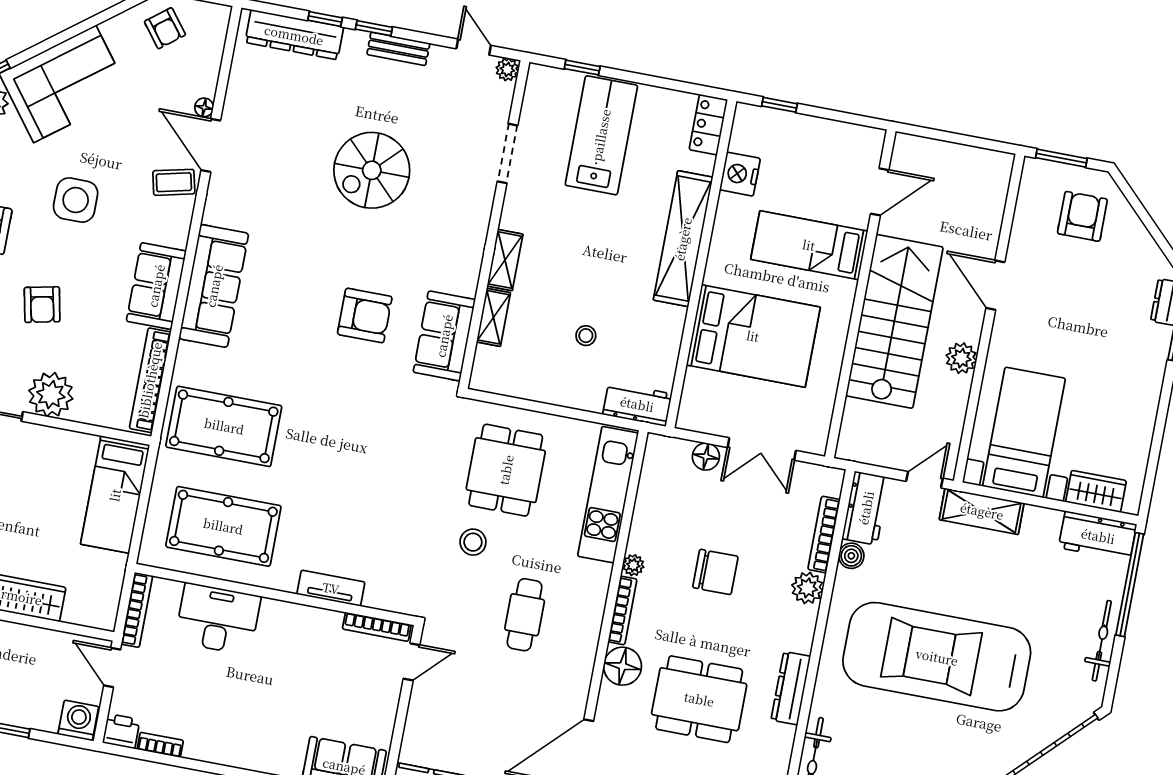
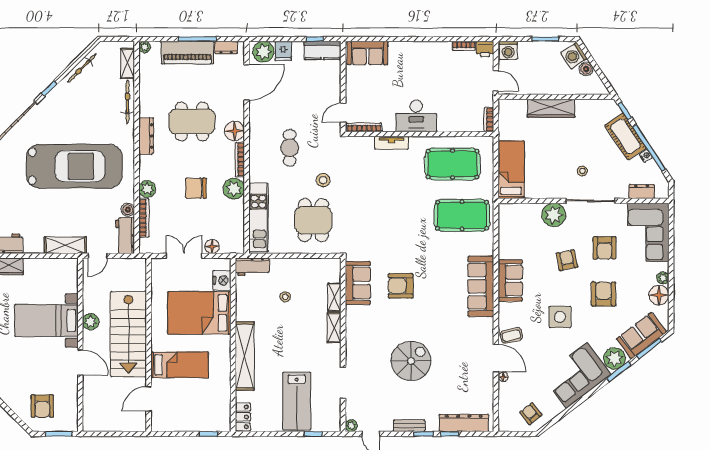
nightstand: (740, 174) -> (222, 280), moved
bookcase: (150, 380) -> (504, 232), removed
bed with nightstands: (1024, 432) -> (46, 321), moved, turned 90
plant: (633, 565) -> (234, 189), width x1.88, depth x1.88
bookcase: (137, 610) -> (489, 120), width x0.64
desk: (218, 619) -> (416, 116), moved

